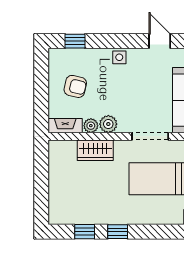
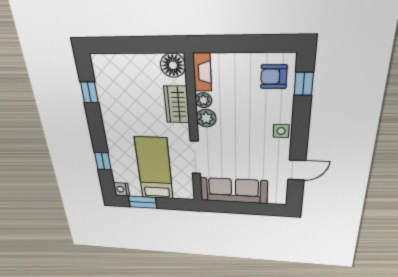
armchair: (75, 86) -> (274, 77), moved, turned 77
floor lamp: (59, 151) -> (173, 65), added
window: (118, 232) -> (103, 161), moved

